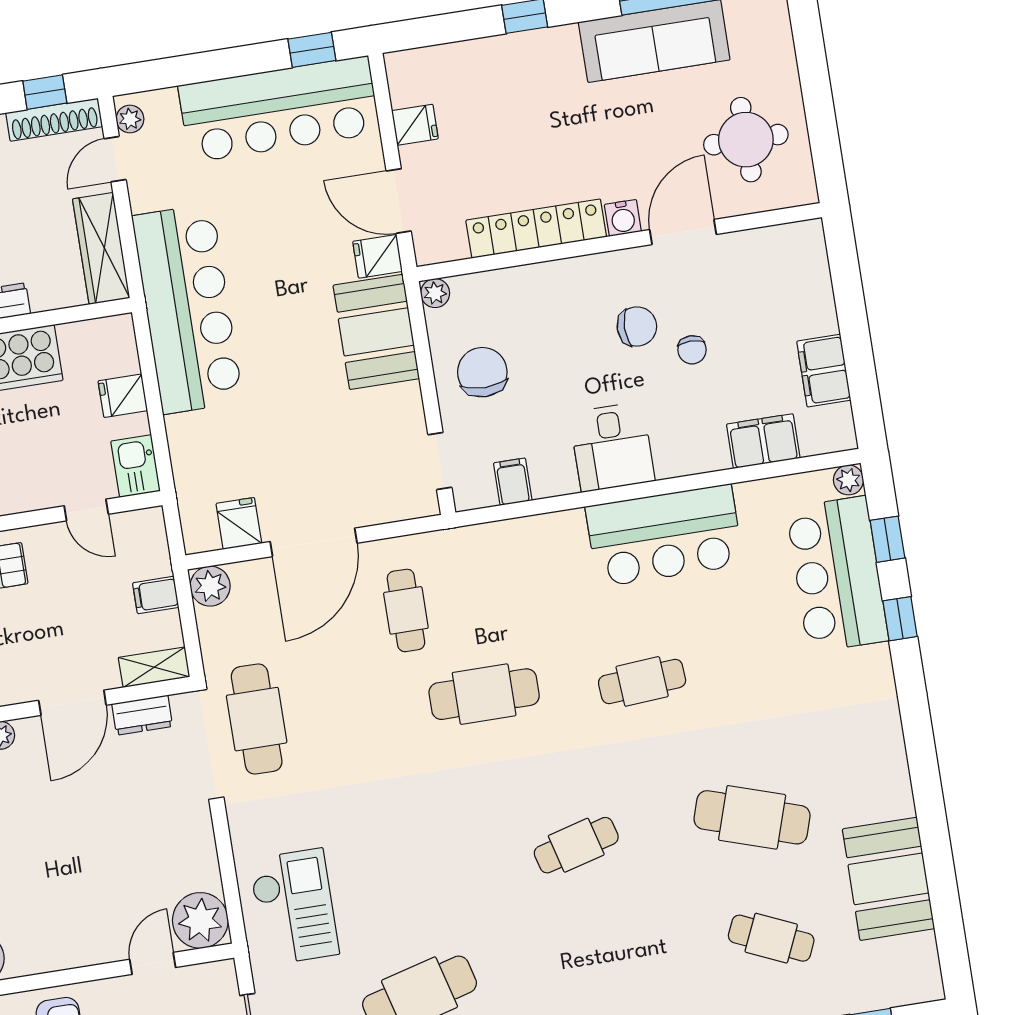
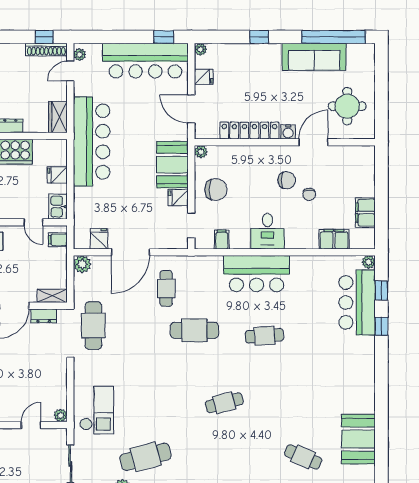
plant: (398, 65) -> (201, 49), added
wardrobe: (101, 248) -> (58, 117), width x0.67
fridge: (378, 256) -> (178, 198), moved
chair: (482, 372) -> (216, 190), turned 90
bar counter: (664, 536) -> (256, 274), moved
filing cabinet: (156, 595) -> (58, 240), moved
cafe table: (752, 817) -> (303, 403), removed
plant: (200, 920) -> (61, 415), width x0.53, depth x0.53

